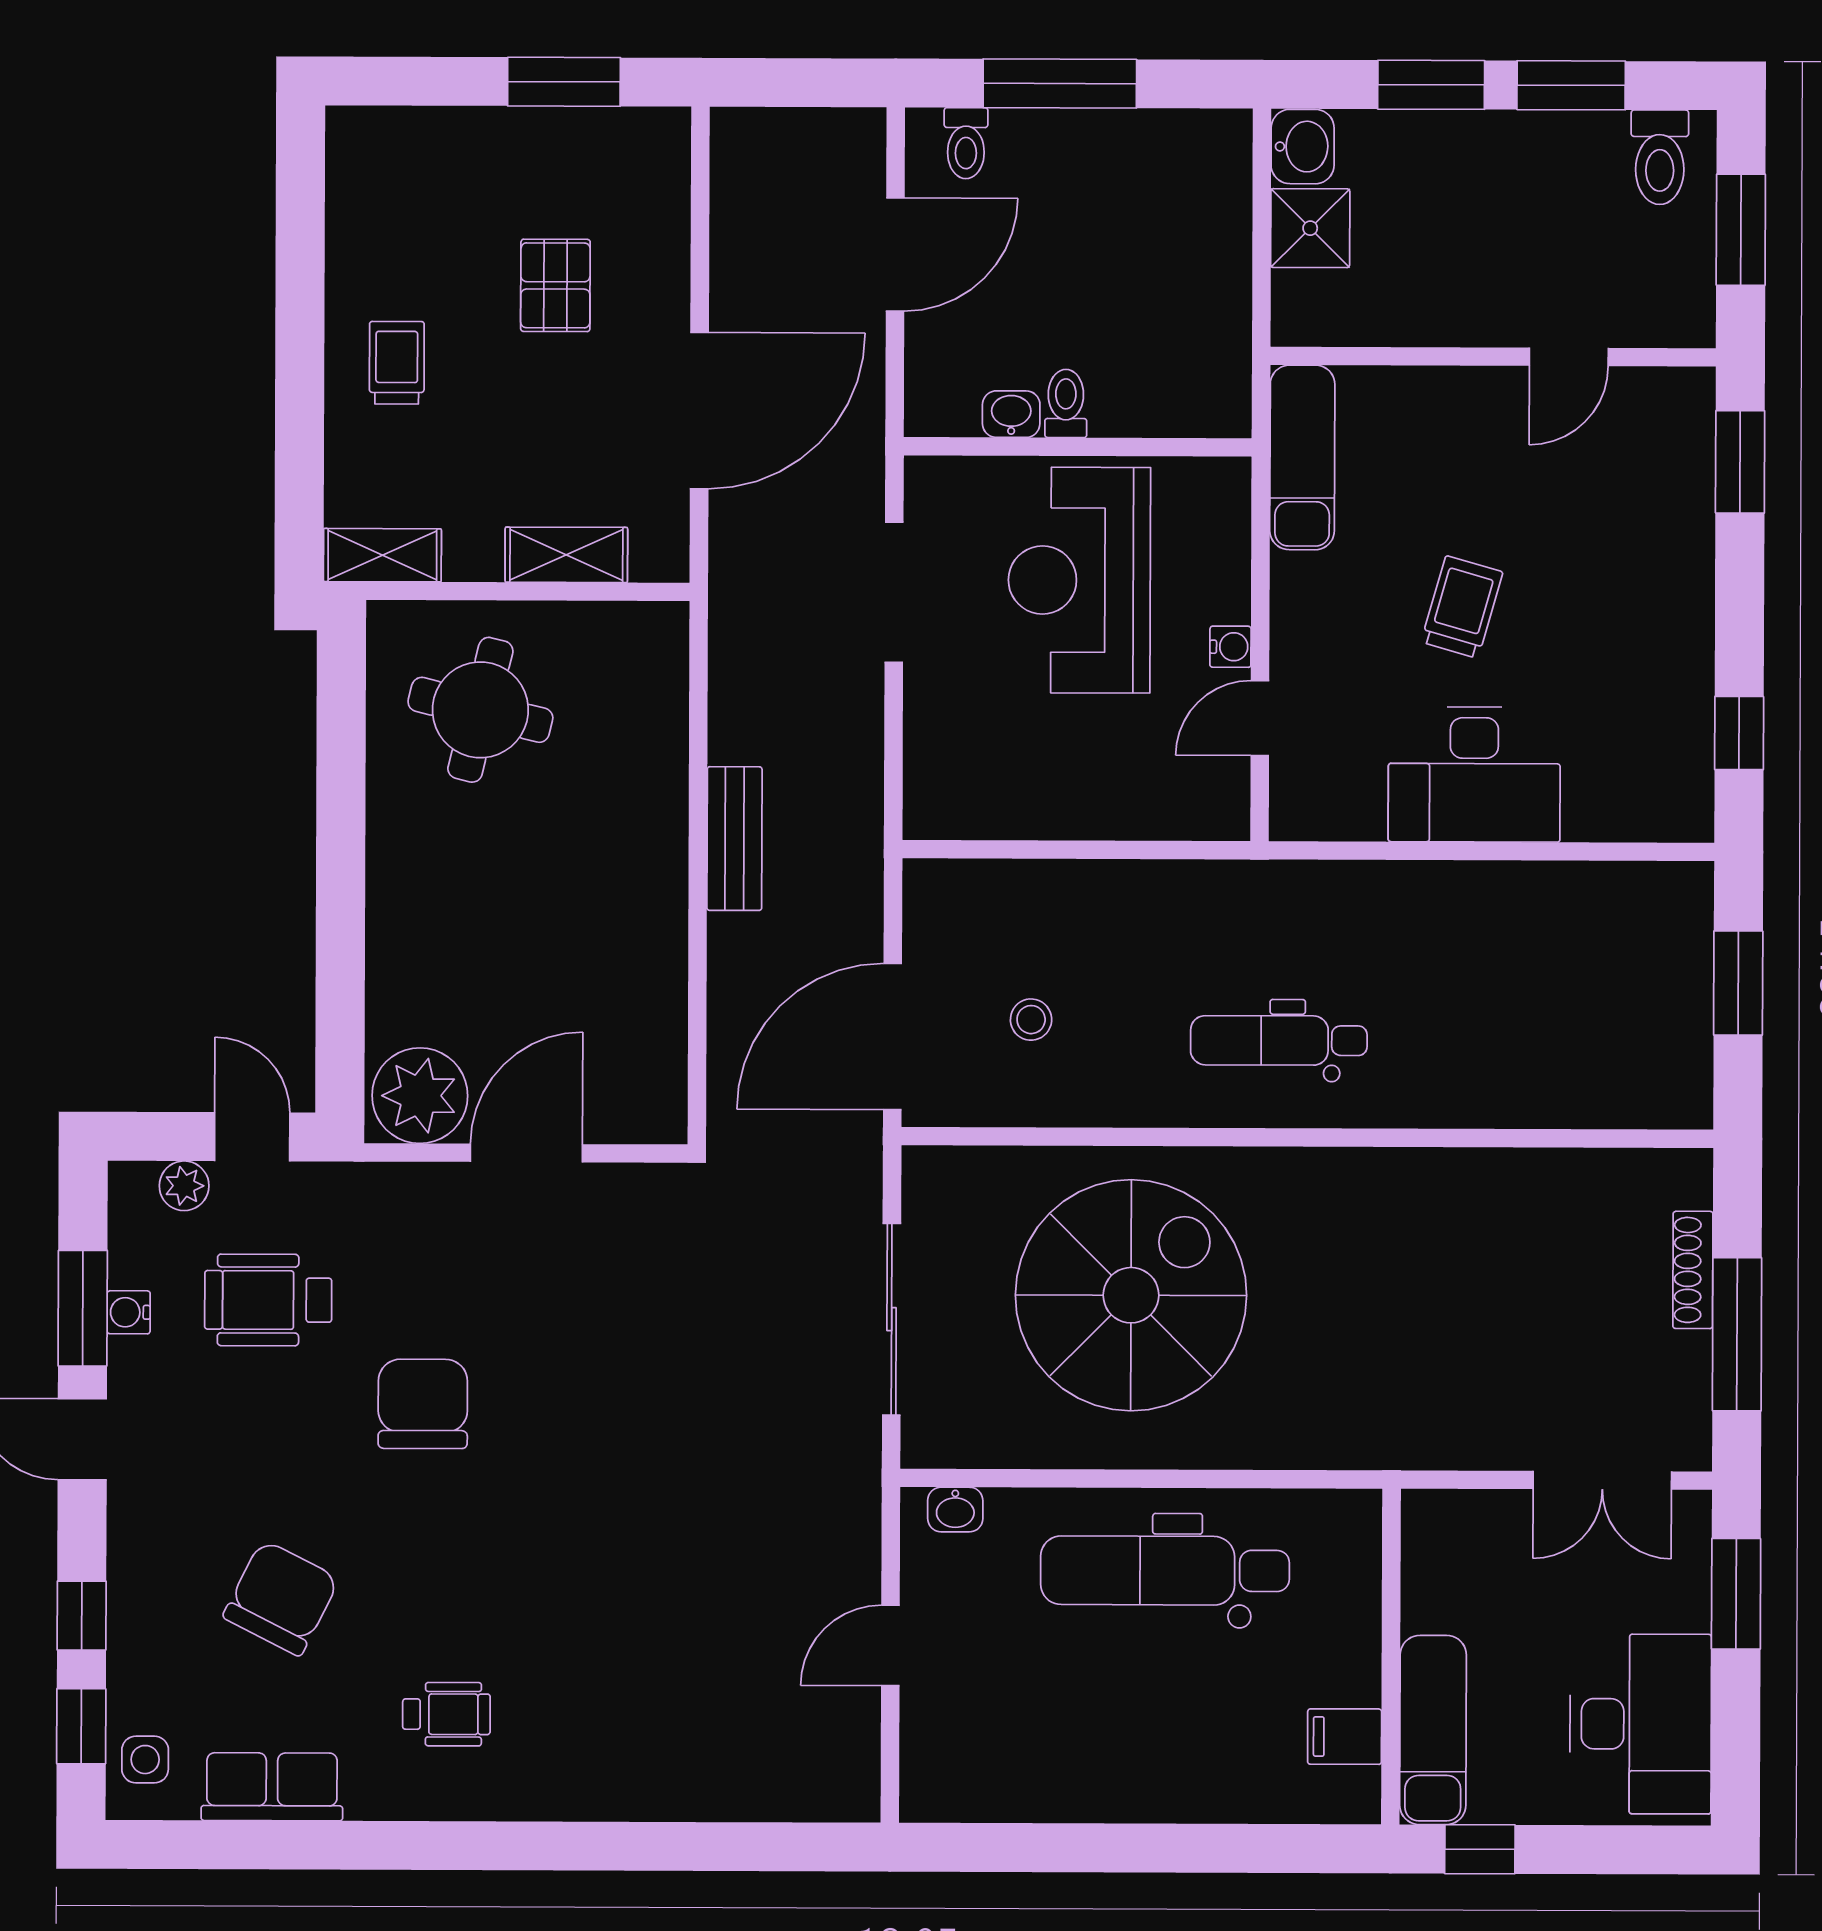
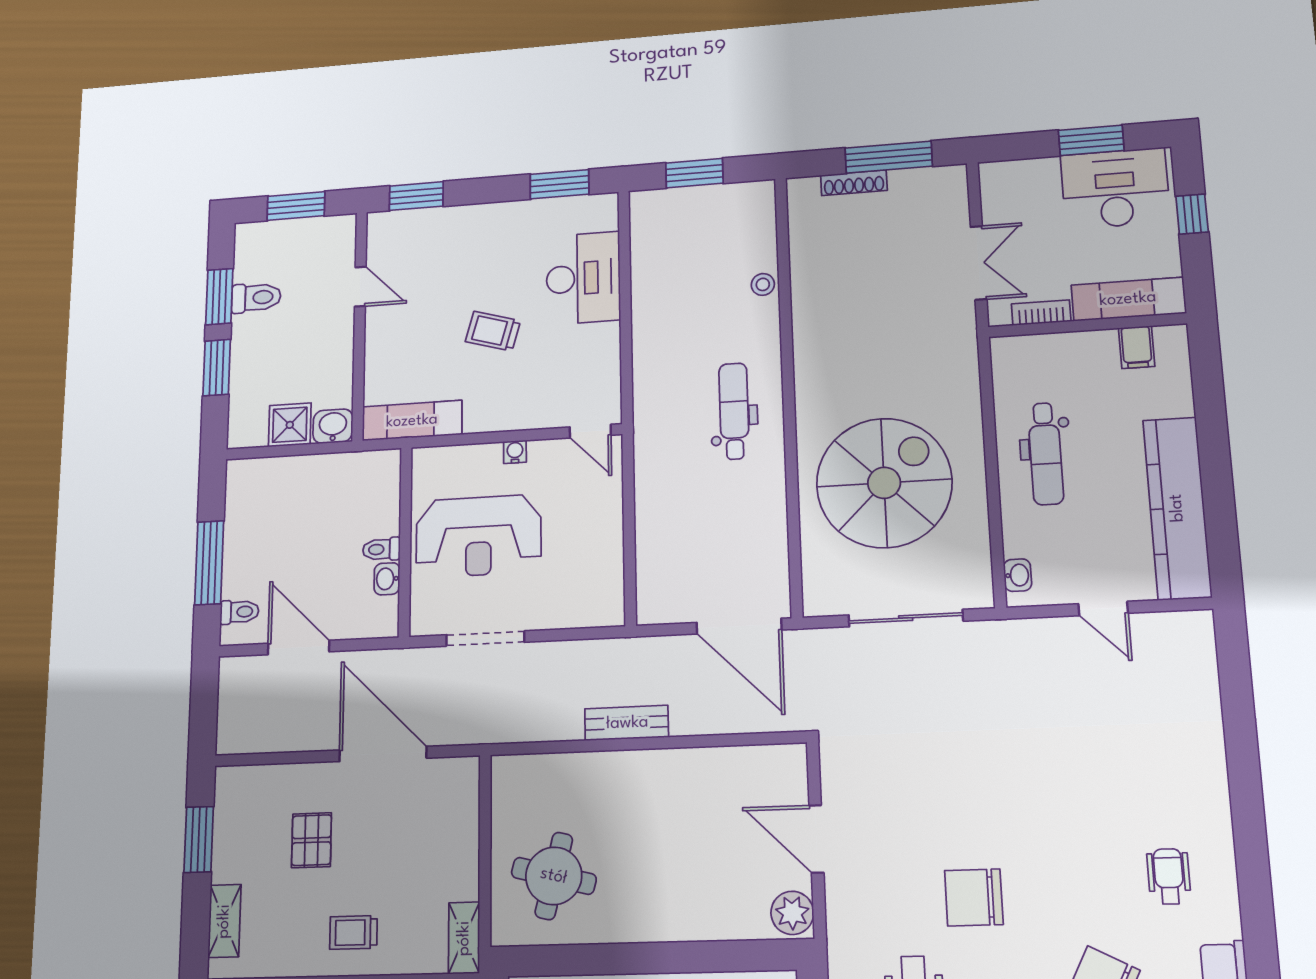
washbasin: (1303, 147) -> (333, 426), moved
toilet: (1660, 157) -> (256, 298), moved
pallet: (555, 285) -> (311, 840), turned 90
shelving: (566, 555) -> (224, 921), moved
door: (1260, 718) -> (590, 431), moved
window: (1739, 733) -> (560, 184), width x1.50
desk: (1474, 774) -> (583, 278), moved
stool: (1031, 1020) -> (763, 284), moved
dental chair: (1279, 1040) -> (734, 411), turned 180
plant: (420, 1096) -> (792, 913), width x0.73, depth x0.73
spiral stairs: (1131, 1295) -> (884, 483), turned 90
double door: (1602, 1480) -> (979, 263), moved
dental chair: (1165, 1571) -> (1046, 454), width x0.73, depth x0.72
bookcase: (1420, 1581) -> (1041, 313), added
window: (1736, 1594) -> (1091, 140), moved
kitchen counter: (1056, 1780) -> (1177, 508), added
window: (1480, 1849) -> (1192, 214), moved

